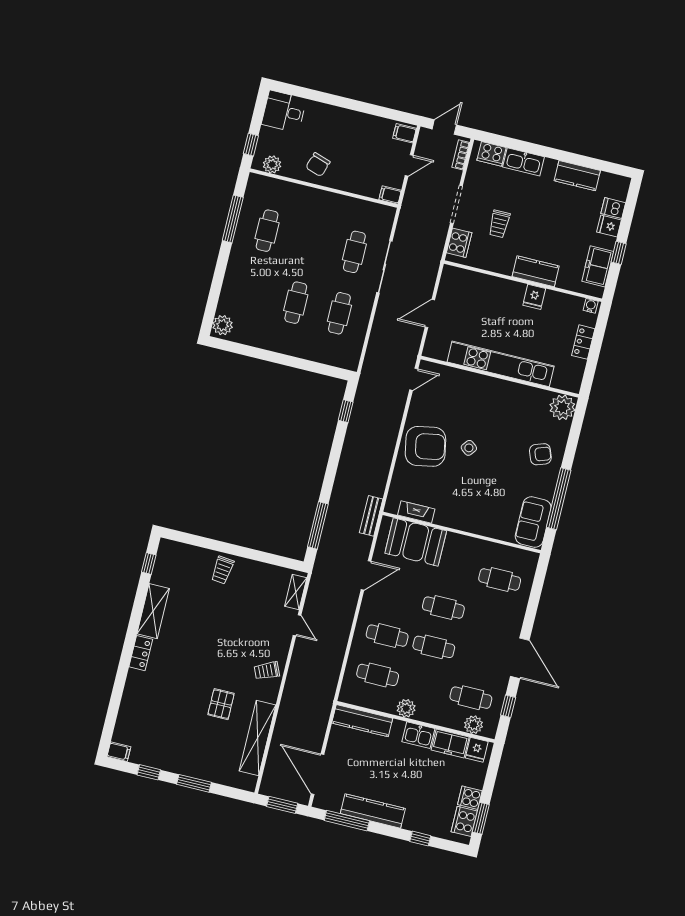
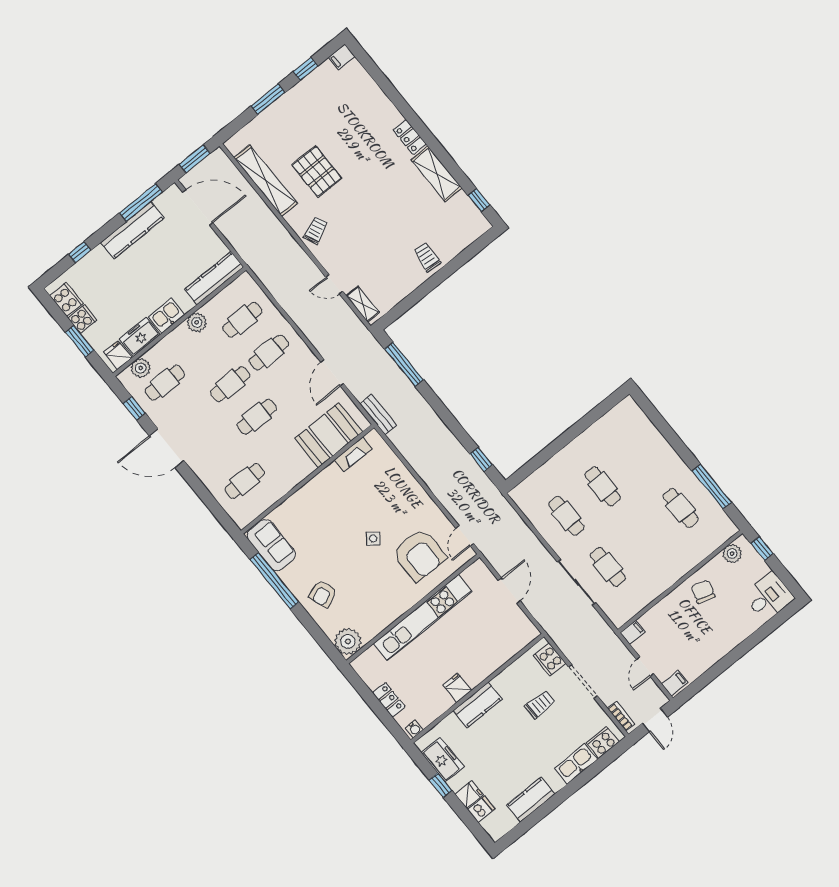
trolley: (499, 224) -> (540, 705), turned 90
plant: (223, 325) -> (630, 411), removed
armchair: (425, 446) -> (419, 555), moved, turned -79
pallet: (221, 704) -> (317, 172), width x1.50, depth x1.42
window: (481, 818) -> (80, 341), moved

